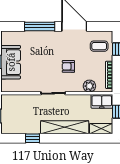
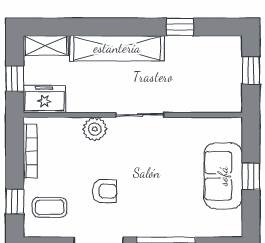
armchair: (68, 66) -> (104, 191), moved
plant: (89, 86) -> (95, 129), moved

